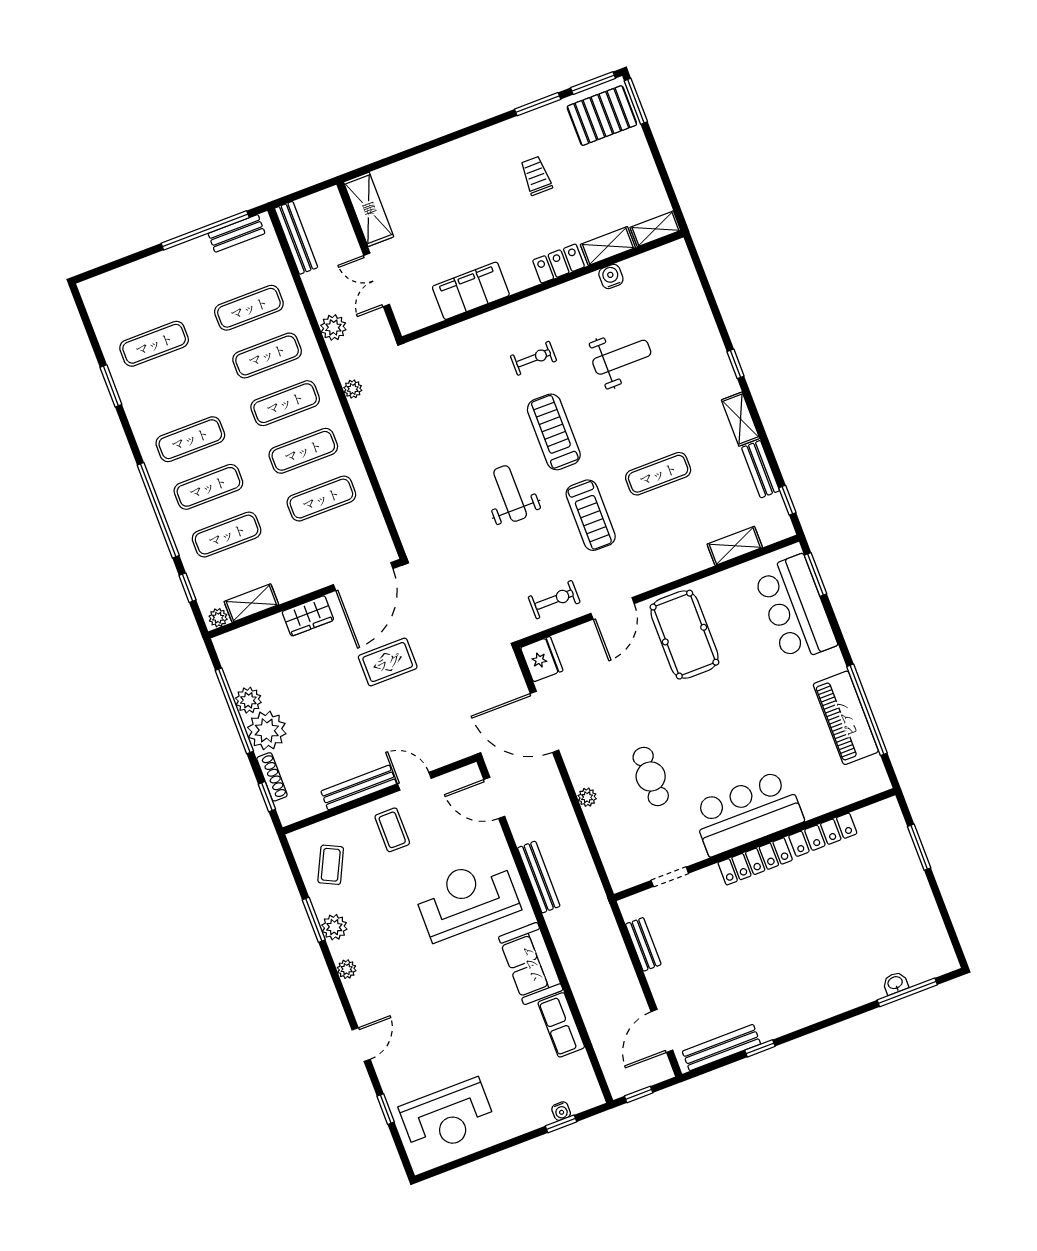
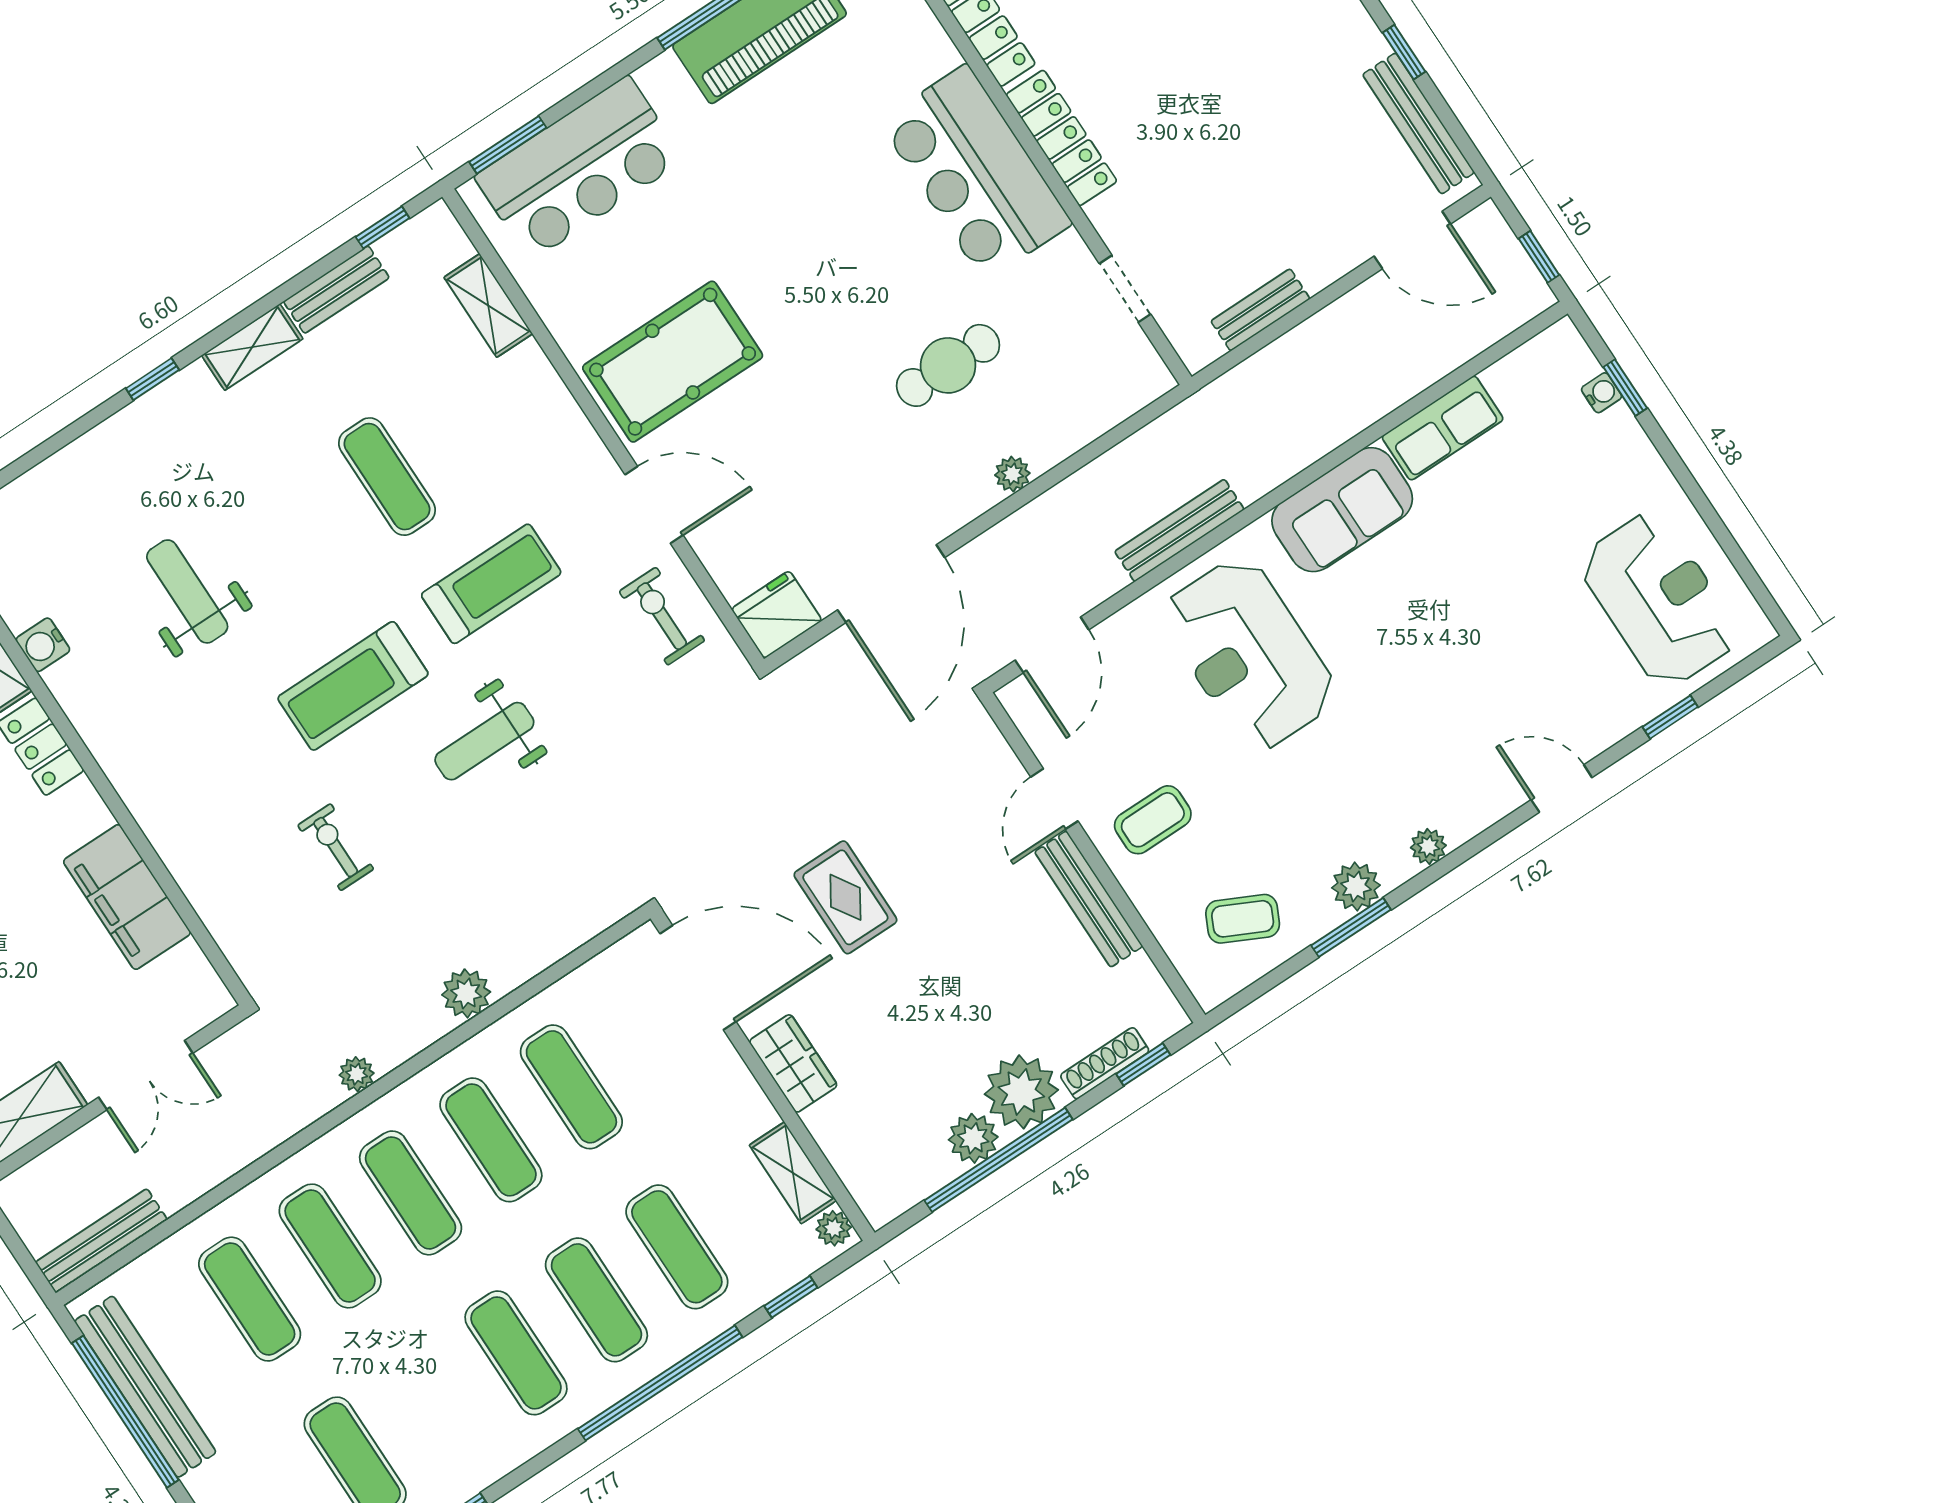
bench: (237, 233) -> (145, 1387), width x1.86, depth x1.21
plant: (333, 327) -> (466, 993), moved
exercise bike: (534, 358) -> (336, 847), moved

